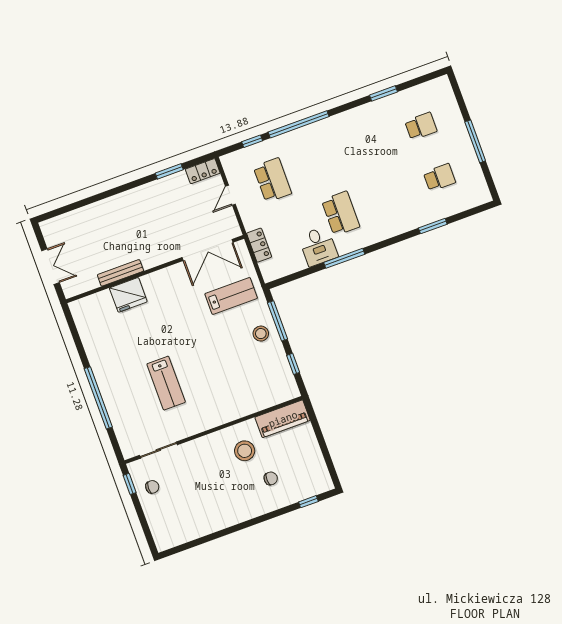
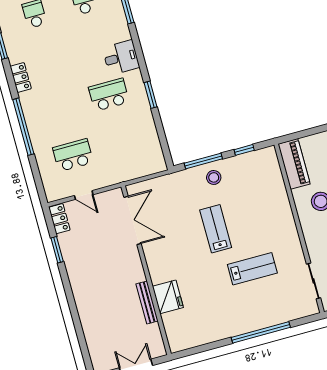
window: (252, 141) -> (36, 171), removed
locker: (259, 245) -> (21, 78), moved, turned 90
desk: (318, 246) -> (121, 57), moved
window: (344, 258) -> (151, 95), width x0.69
lab bench: (231, 296) -> (216, 229), moved

